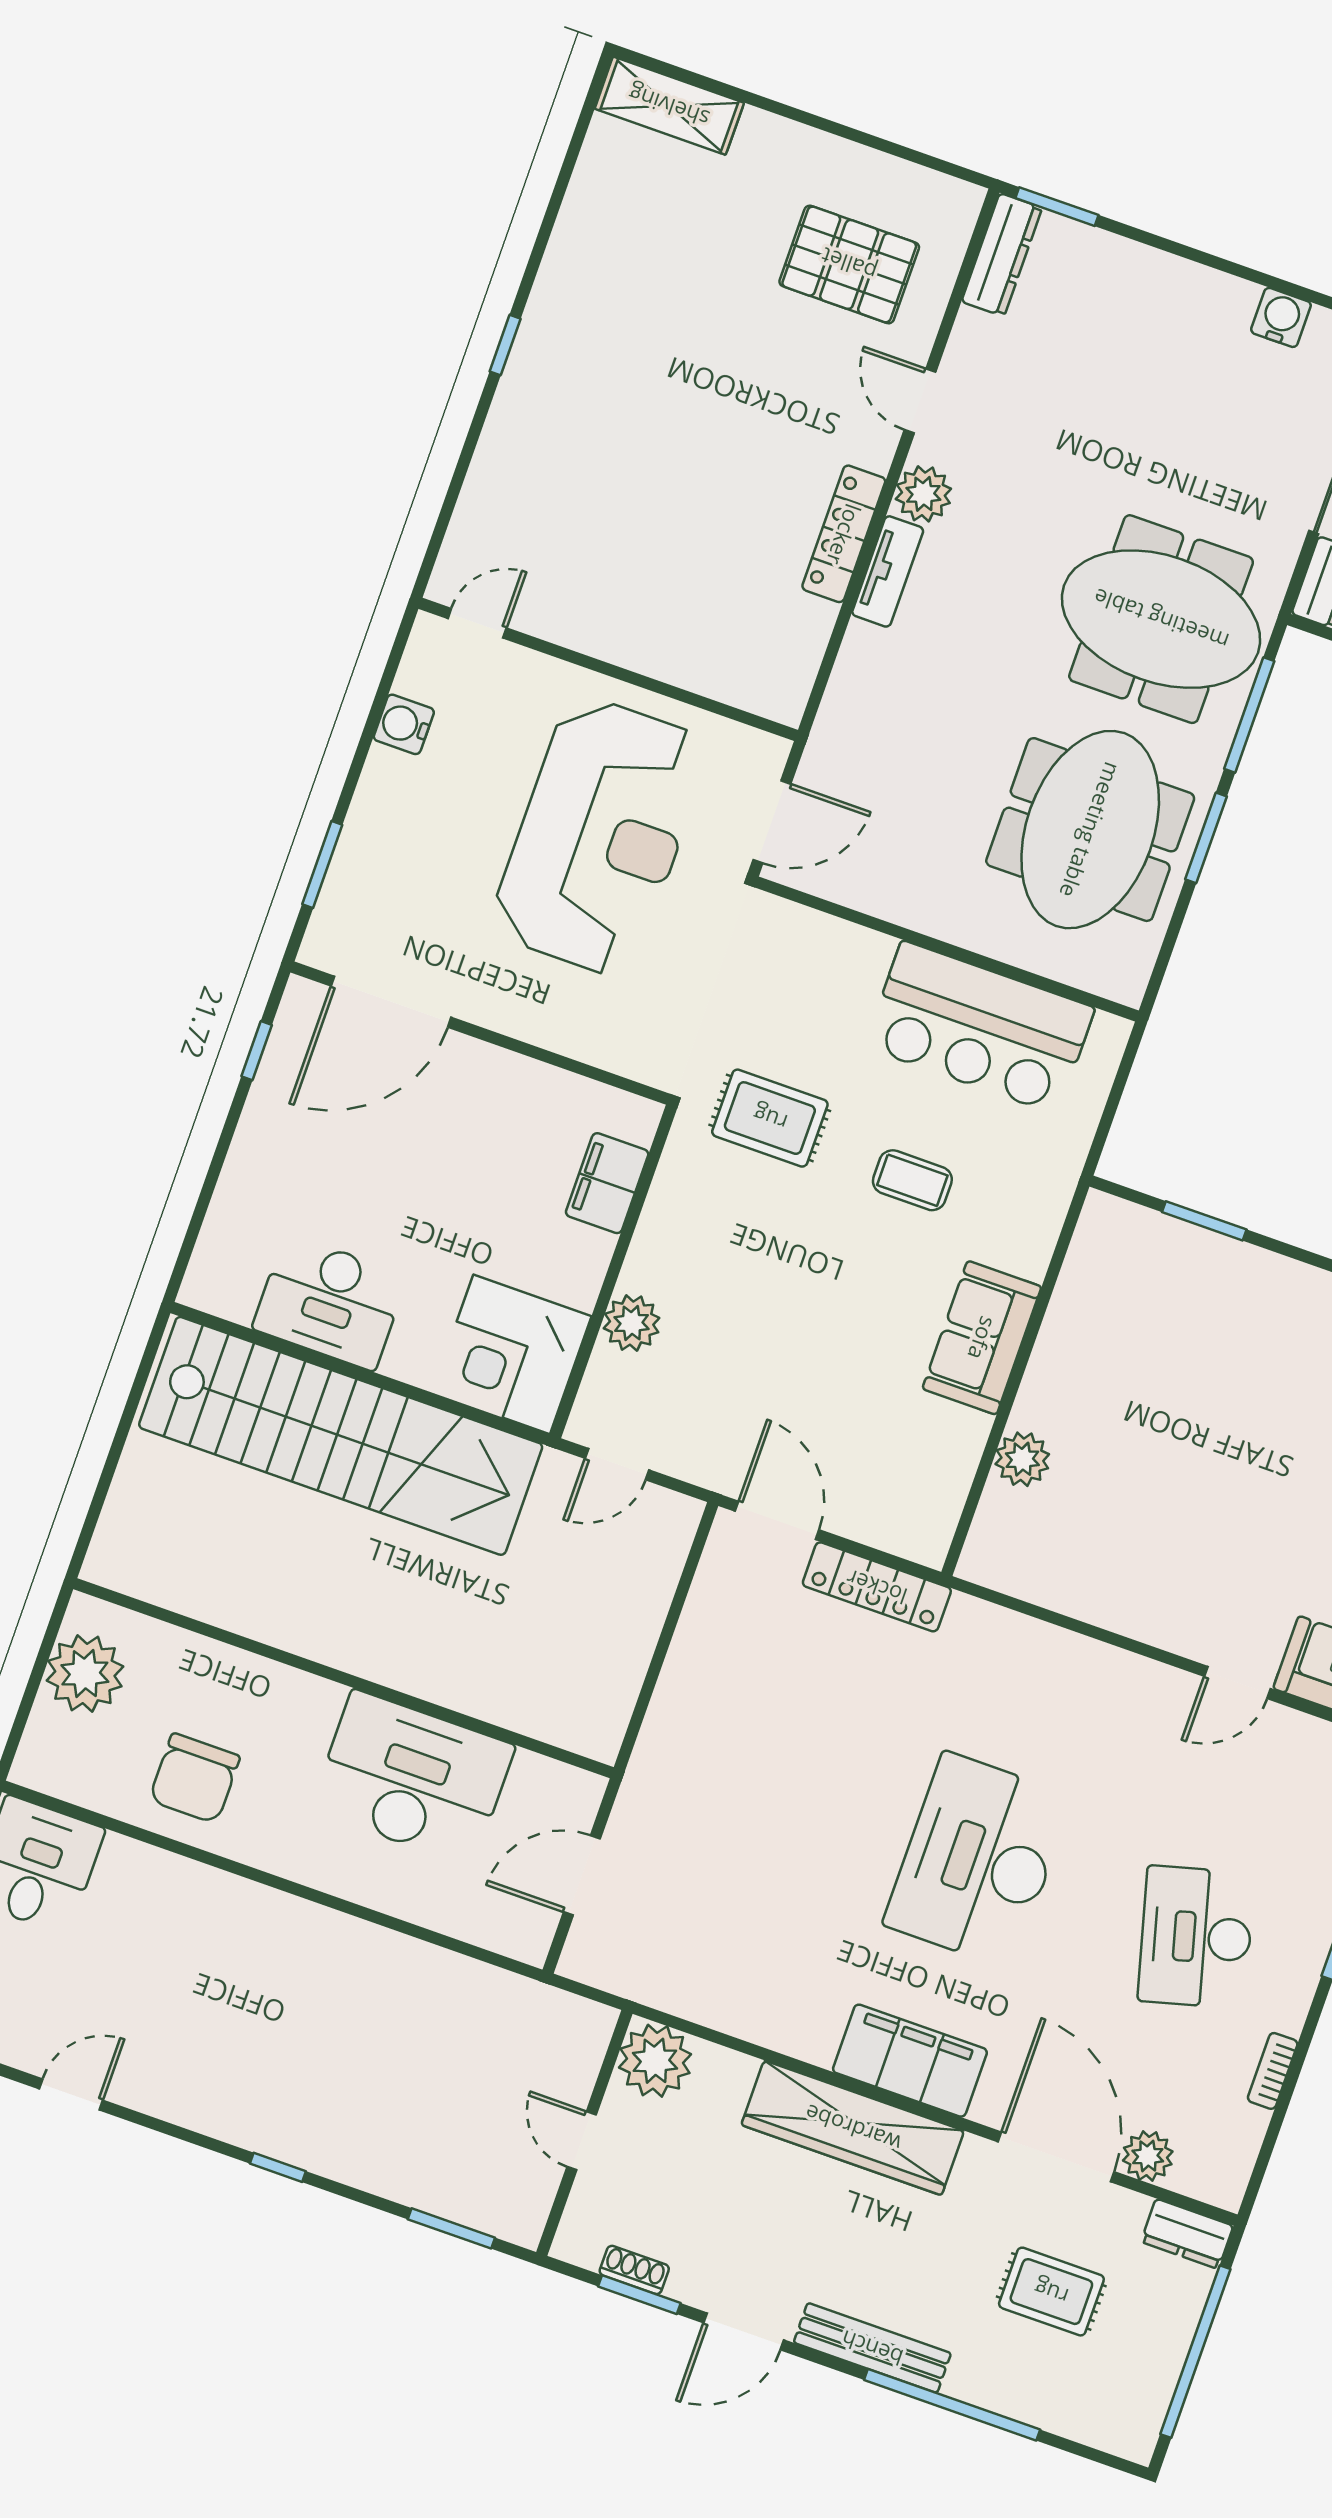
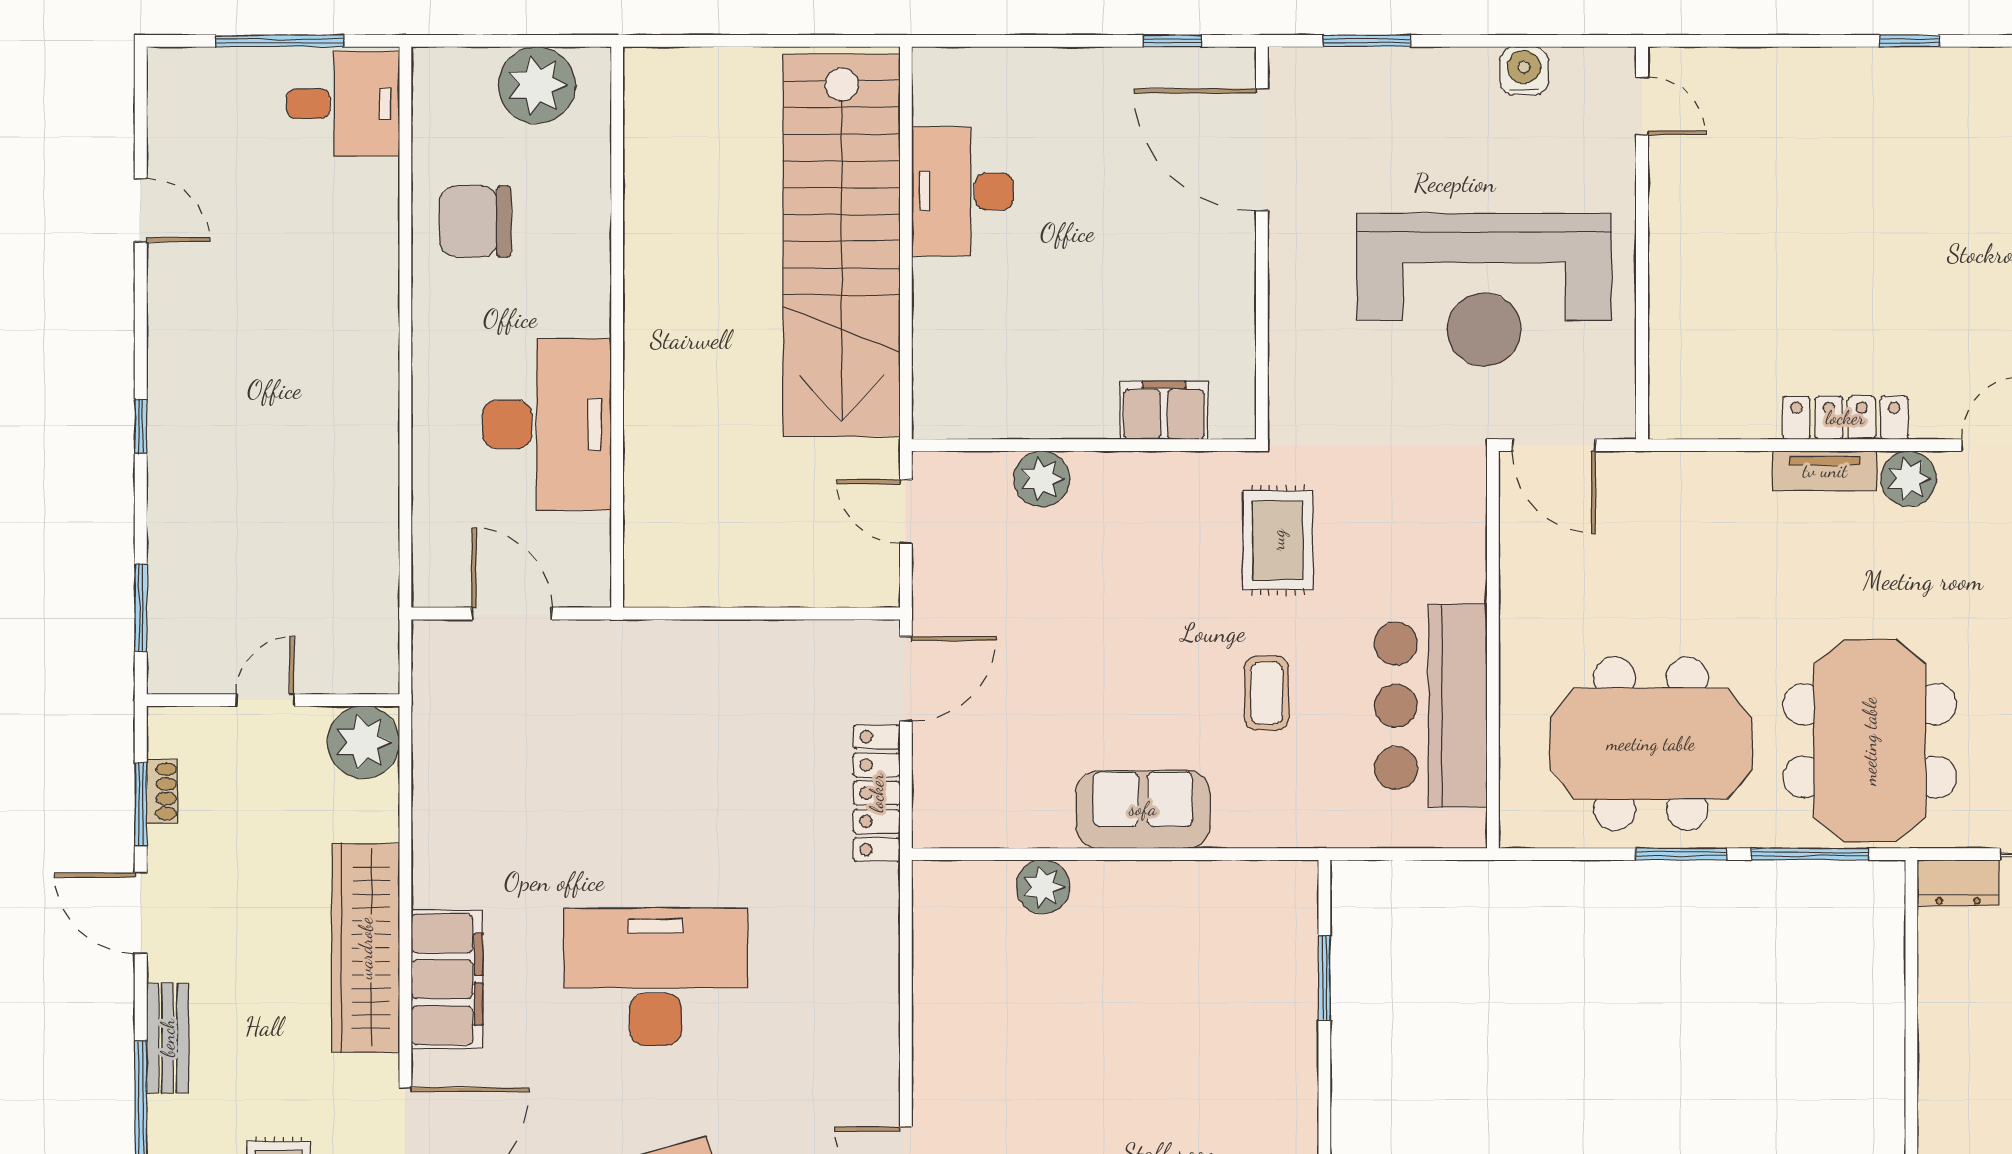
corner desk: (512, 1354) -> (973, 378), removed
bench: (872, 2348) -> (168, 1038), width x0.73

